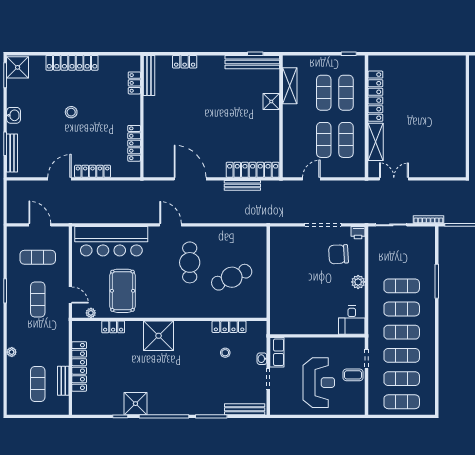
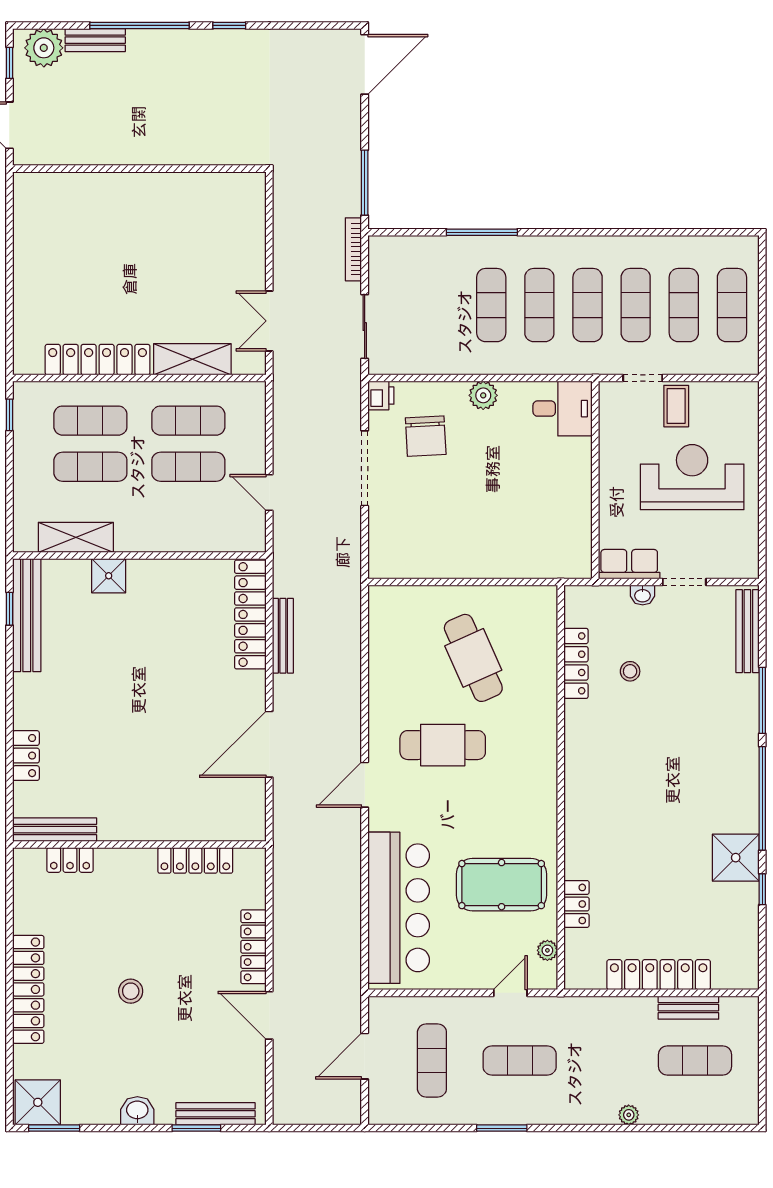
shower: (159, 336) -> (595, 810), removed

